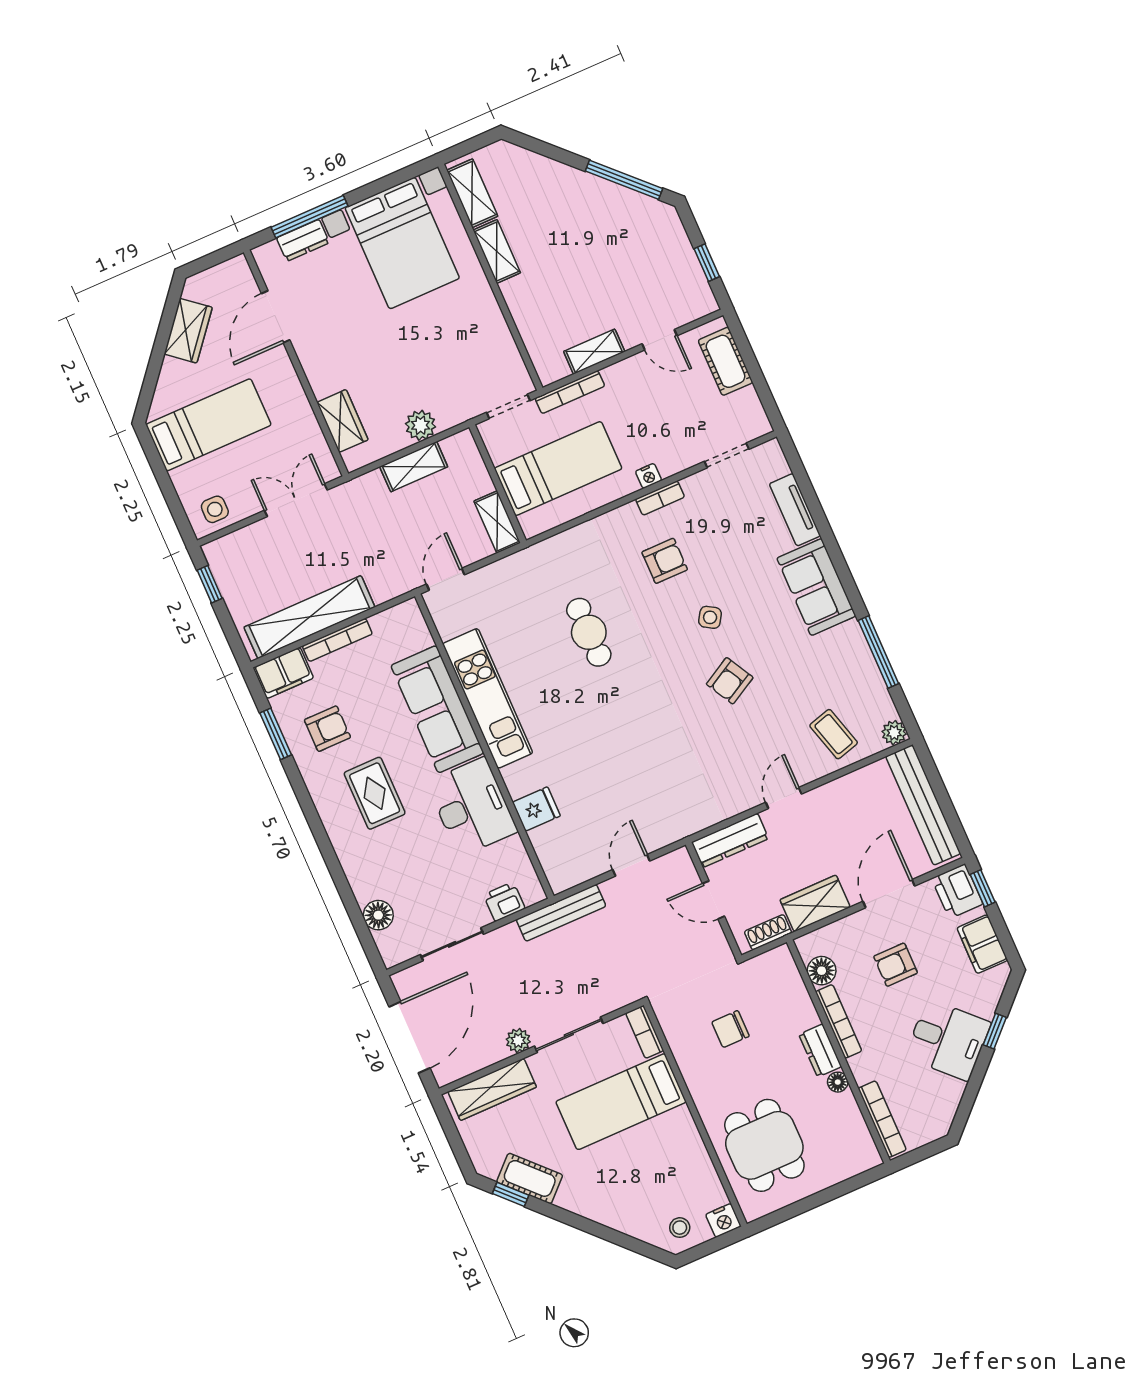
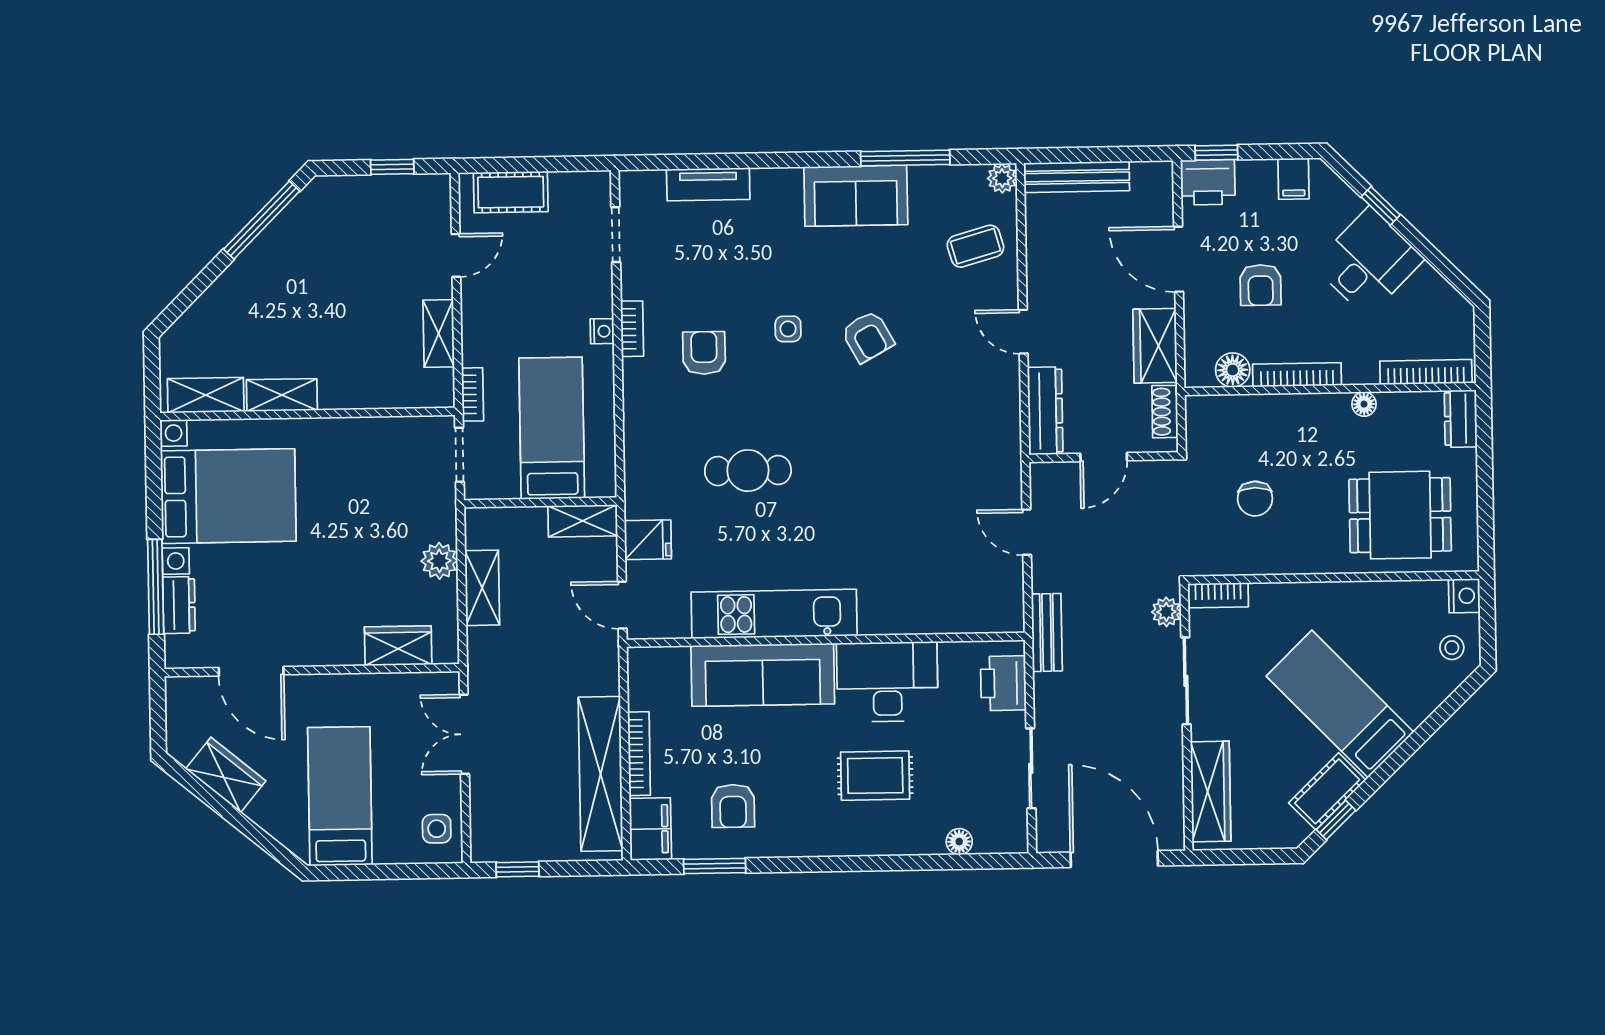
bookcase: (570, 392) -> (473, 394), width x0.64
sofa: (816, 587) -> (856, 196), moved
side table: (710, 617) -> (788, 329), turned -32
armchair: (327, 729) -> (733, 806), turned 180
rug: (375, 793) -> (875, 776), moved
bench: (923, 805) -> (1077, 177), width x0.73, depth x0.82
fridge: (536, 809) -> (648, 540), moved, turned 90
printer: (504, 902) -> (1003, 683), width x1.36, depth x1.24
bench: (561, 913) -> (1047, 632), width x0.73
floor lamp: (378, 915) -> (959, 842), width x0.73, depth x0.73
filing cabinet: (982, 944) -> (1294, 179), width x0.50
plant: (518, 1040) -> (1166, 612), moved
dresser: (820, 1050) -> (1461, 419), moved, turned 90
bed: (621, 1102) -> (1340, 704), moved, turned 136

